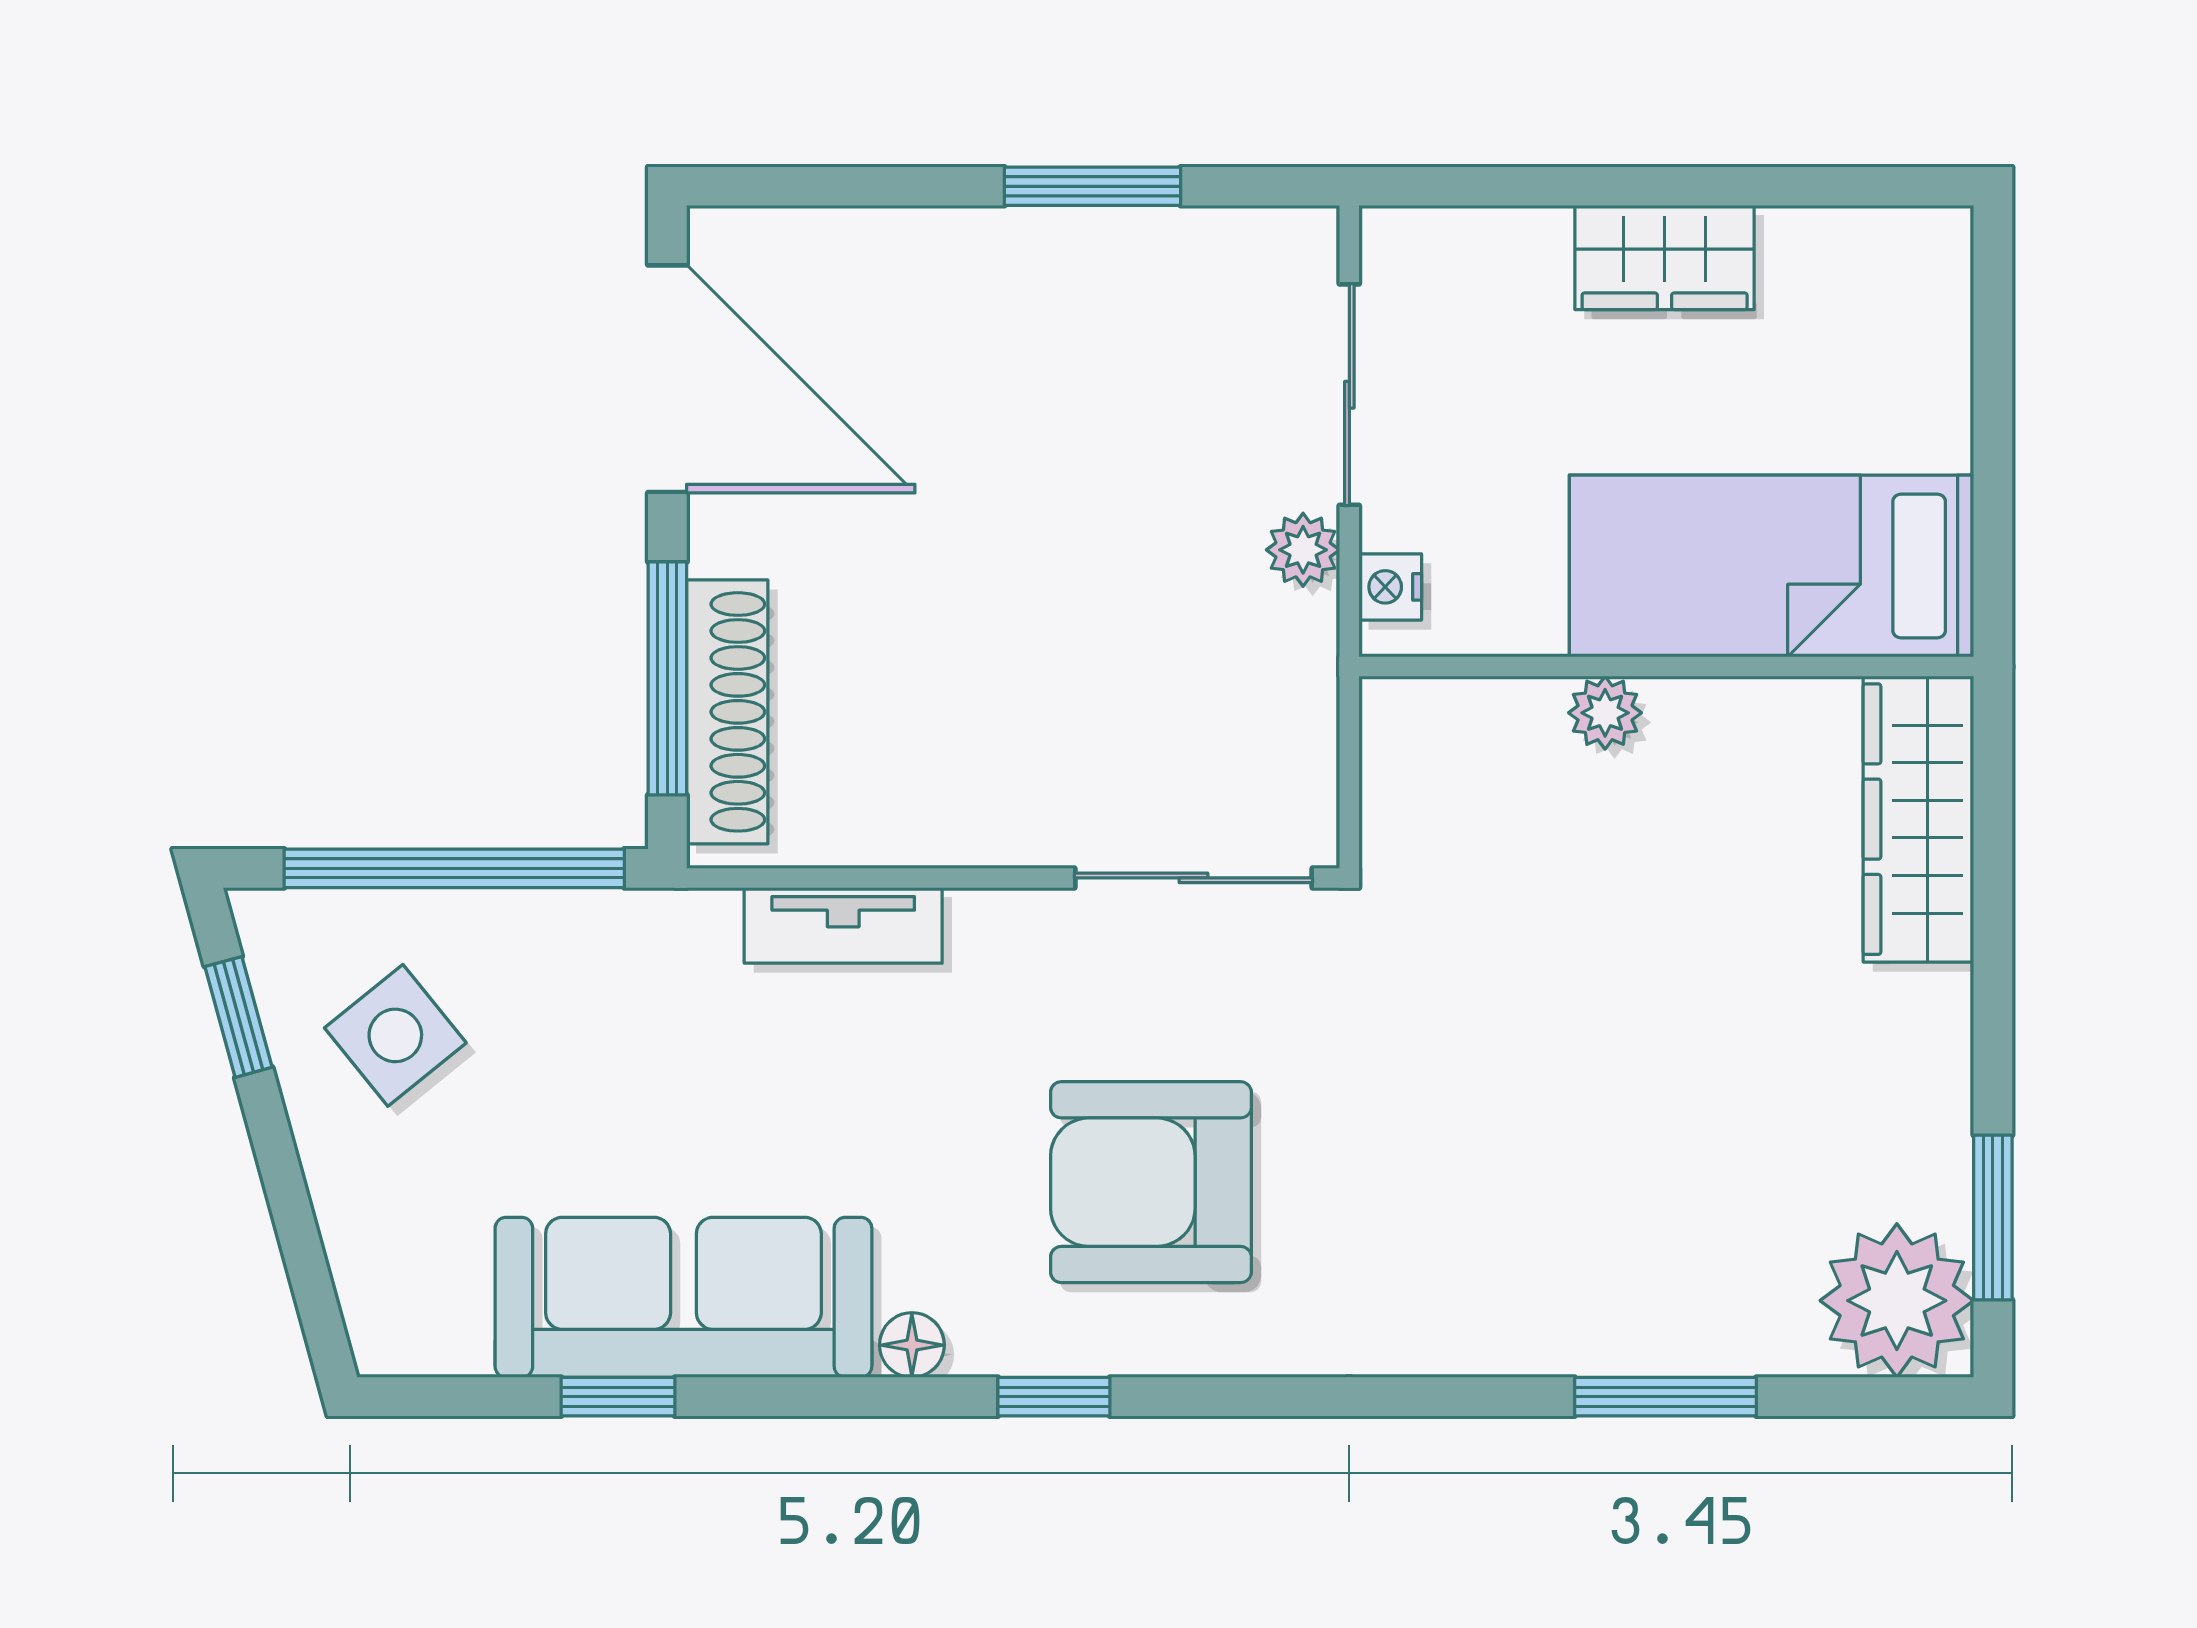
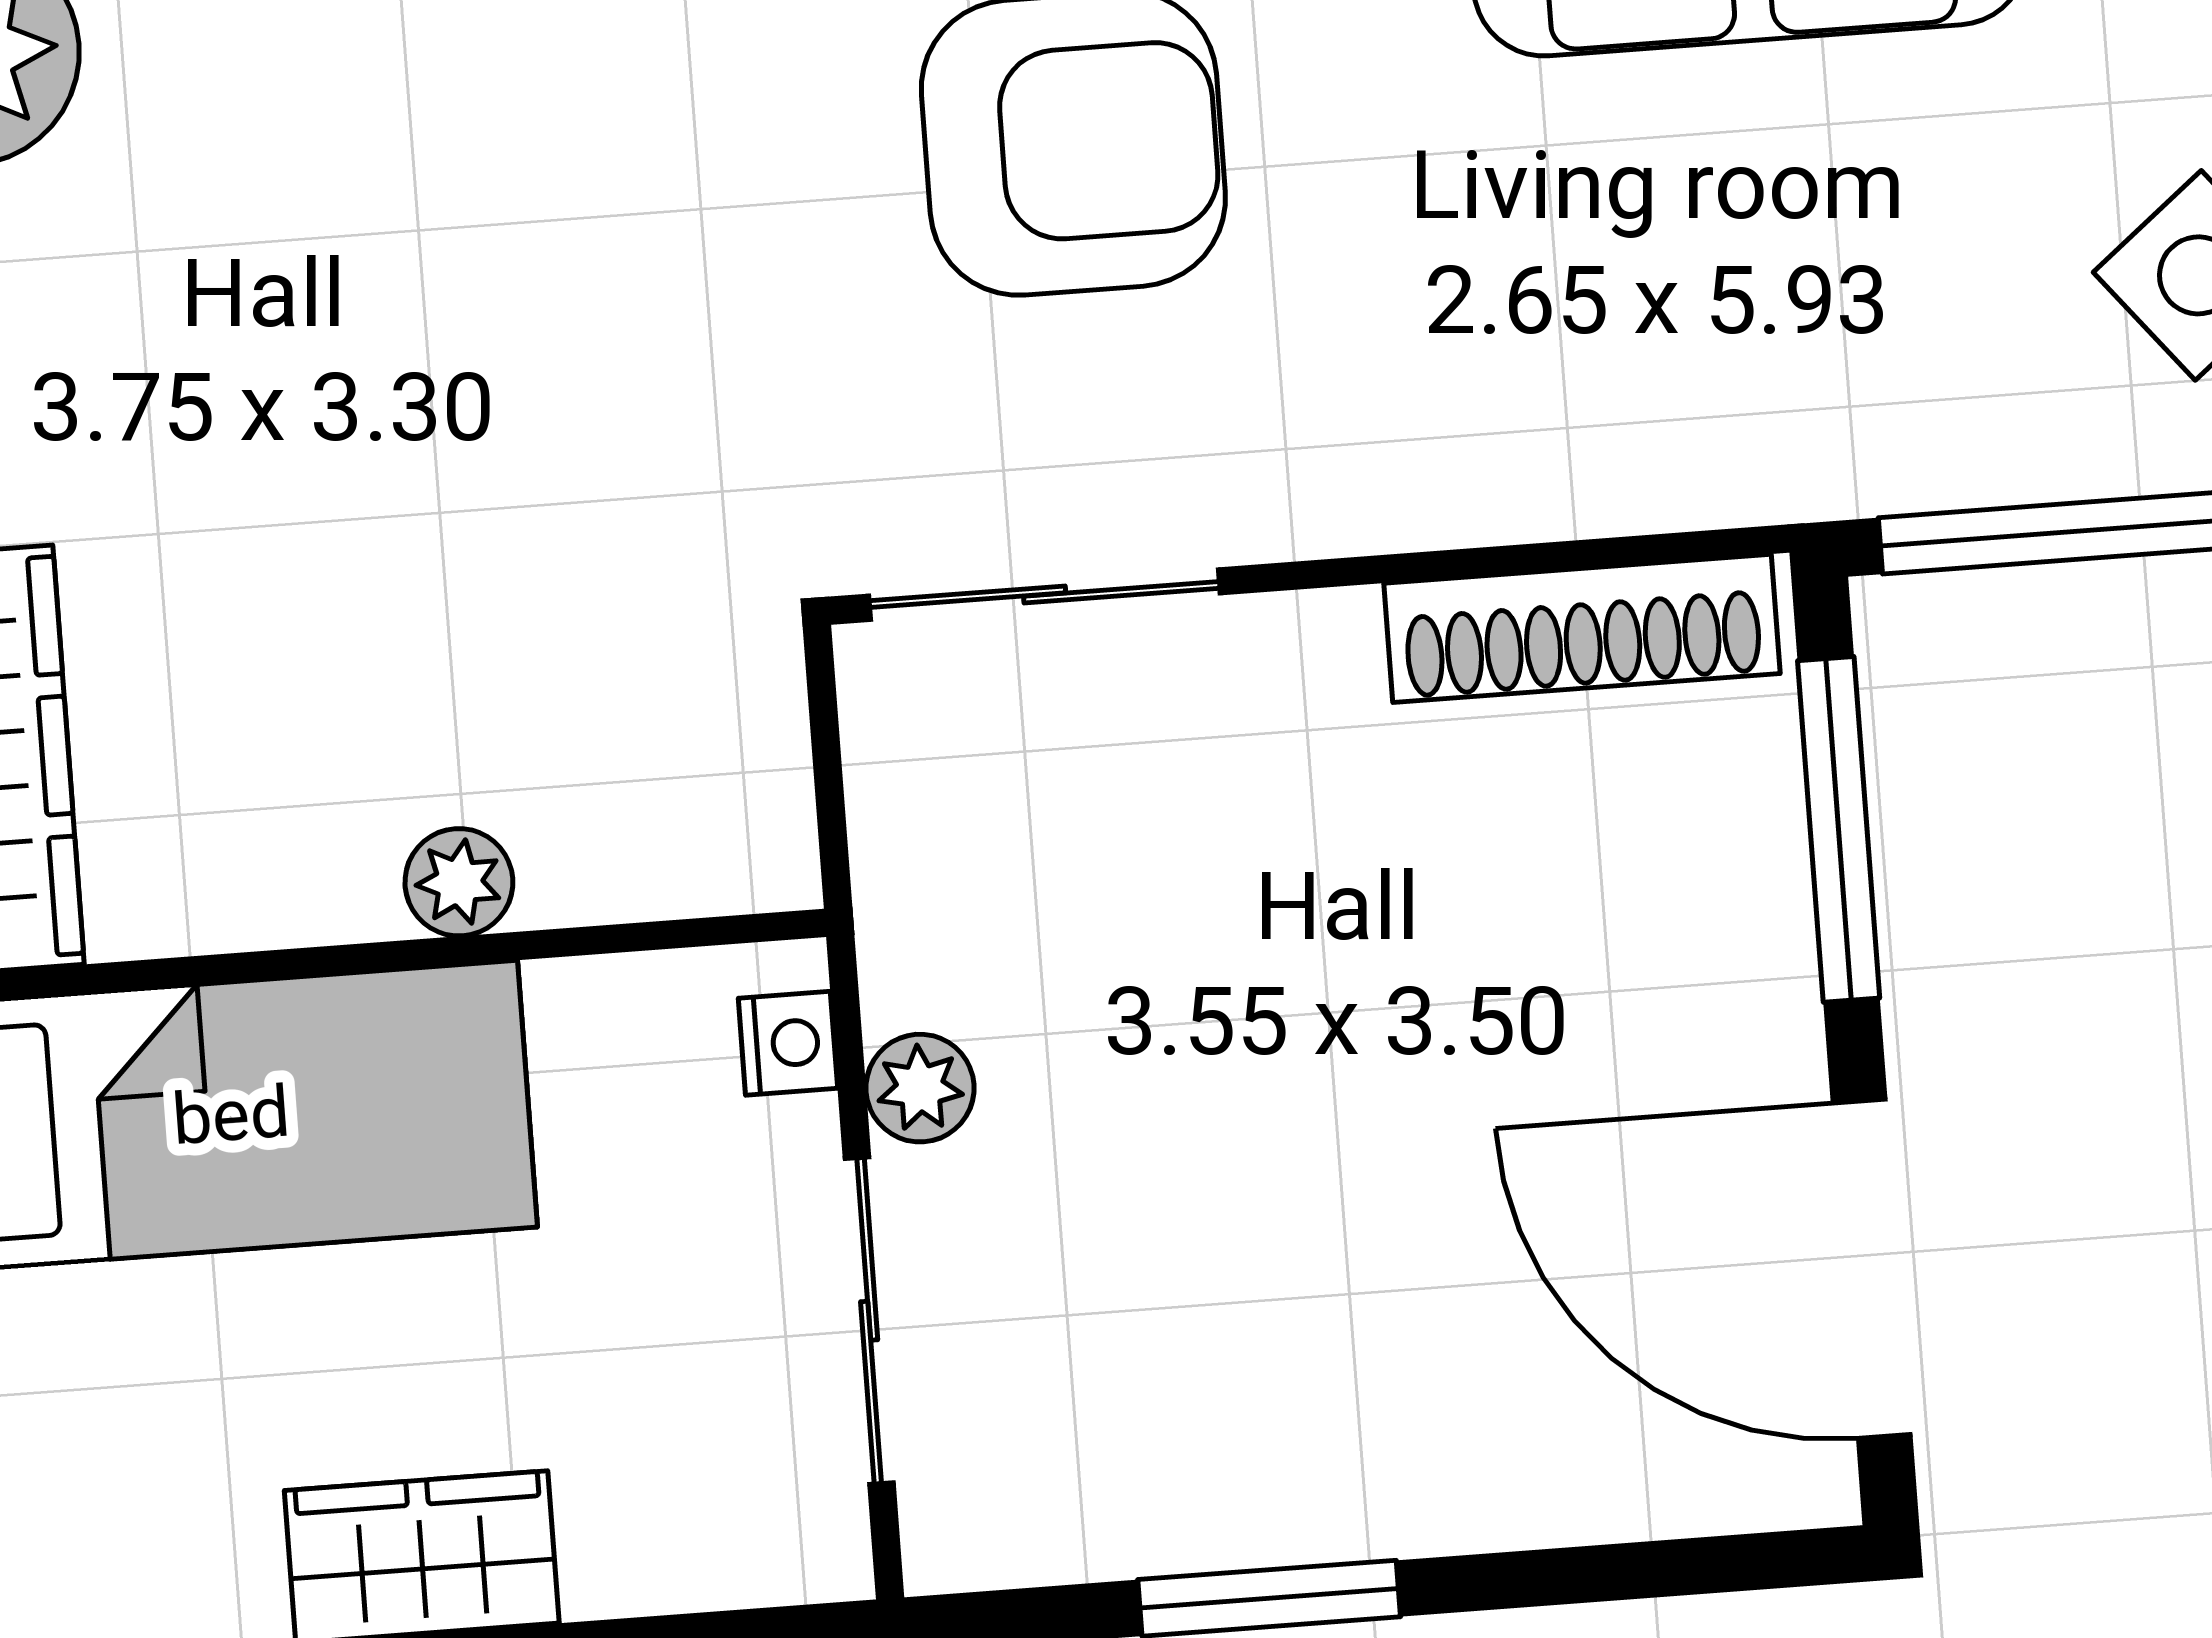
shoe rack: (727, 712) -> (1582, 628), moved, turned -90
tv unit: (843, 925) -> (1553, 486), removed

